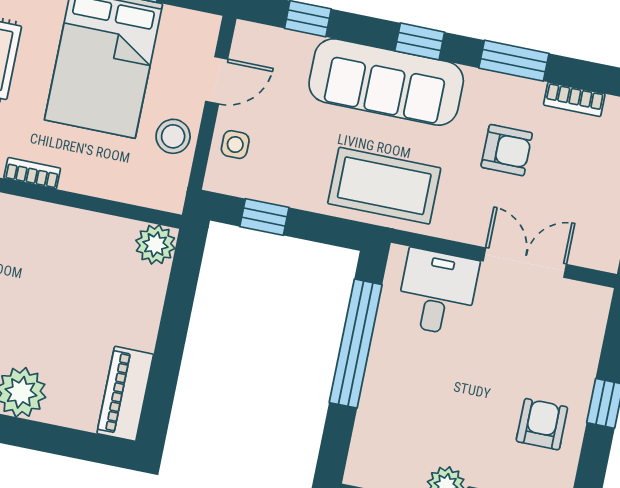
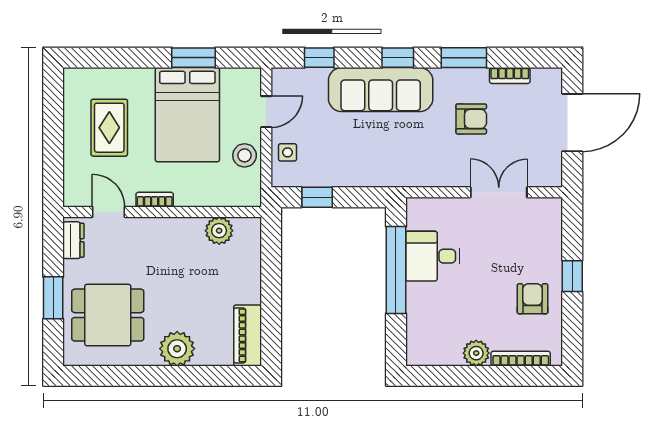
coffee table: (384, 186) -> (394, 160), removed
plant: (155, 244) -> (219, 231), moved
desk: (437, 292) -> (433, 256), moved, turned -90

